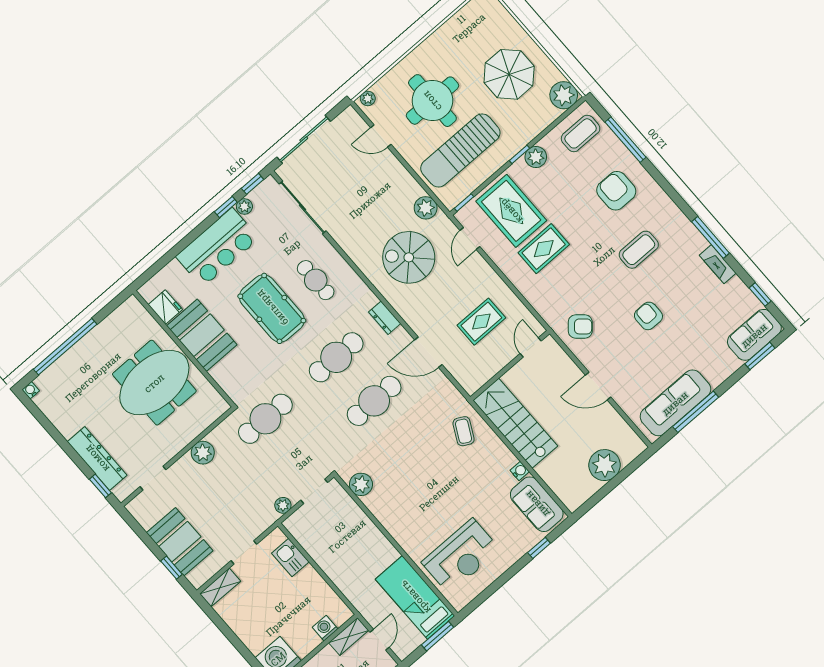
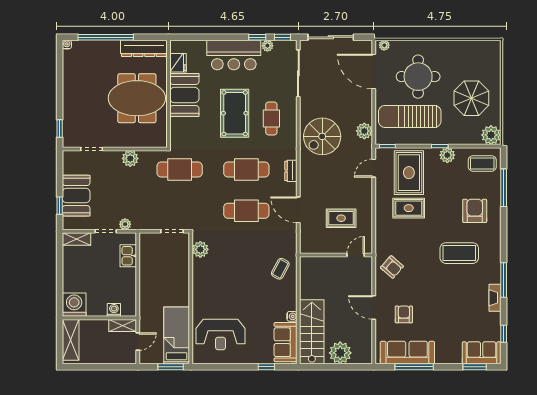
door: (381, 136) -> (374, 72), width x1.88
coffee table: (639, 250) -> (459, 253), width x1.36, depth x1.32
spiral stairs: (409, 257) -> (322, 136), moved, turned -90
armchair: (648, 316) -> (404, 314), moved
stairs: (515, 423) -> (312, 332), moved
dresser: (97, 459) -> (144, 48), moved, turned 90
plant: (283, 505) -> (125, 224), moved

